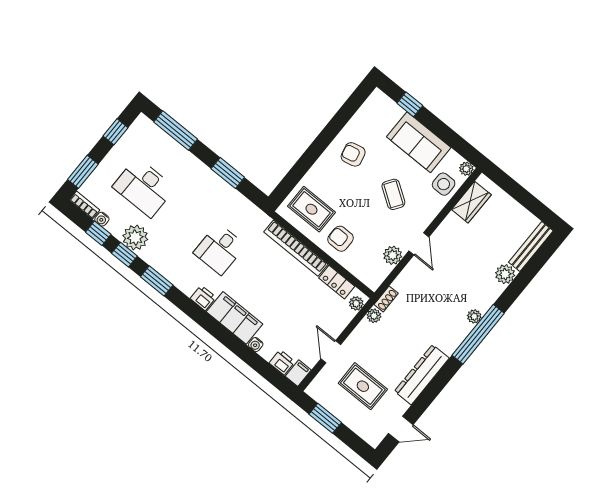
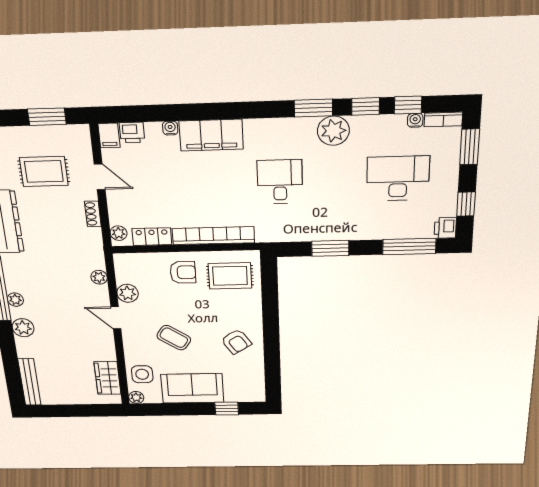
armchair: (353, 154) -> (236, 342), turned 70
plant: (135, 238) -> (333, 131), moved
plant: (505, 274) -> (23, 328), moved
printer: (203, 298) -> (445, 228), moved, turned 90
shoe rack: (386, 299) -> (93, 214), moved
plant: (374, 316) -> (99, 277), moved

